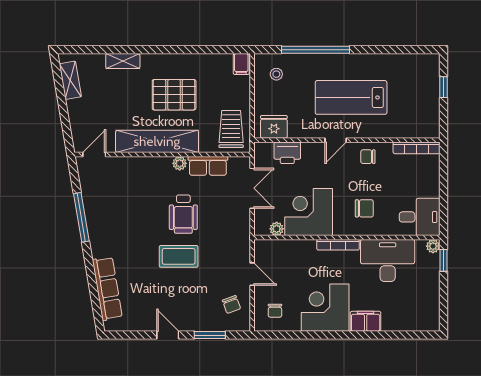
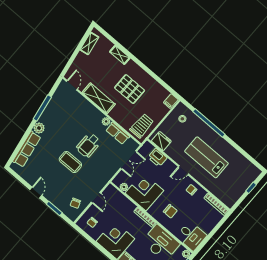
shelving: (157, 141) -> (99, 98), width x0.68
door: (94, 155) -> (72, 85), hinge flipped
plant: (100, 247) -> (39, 128), added

